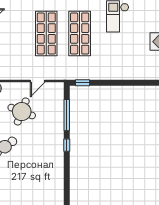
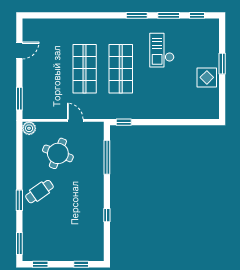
door: (38, 81) -> (75, 120), swing flipped
window: (67, 145) -> (107, 215), moved

